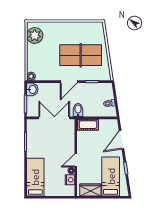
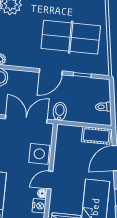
cot: (88, 125) -> (96, 135), moved
side table: (66, 142) -> (39, 154), added

